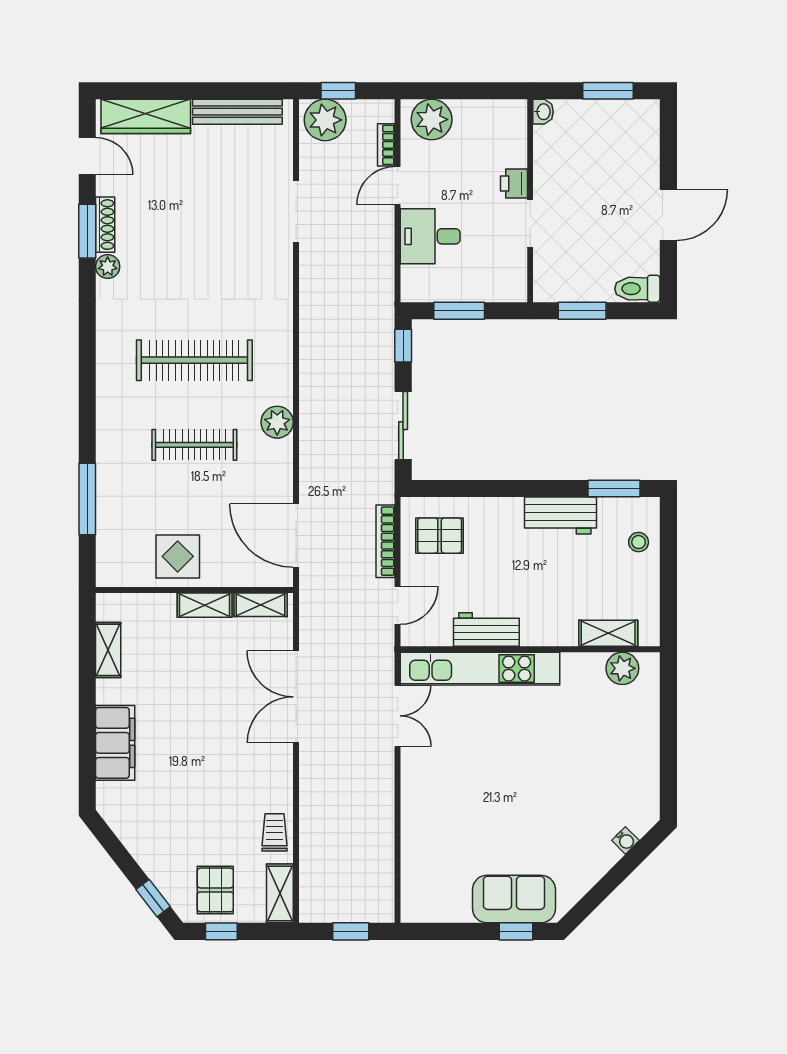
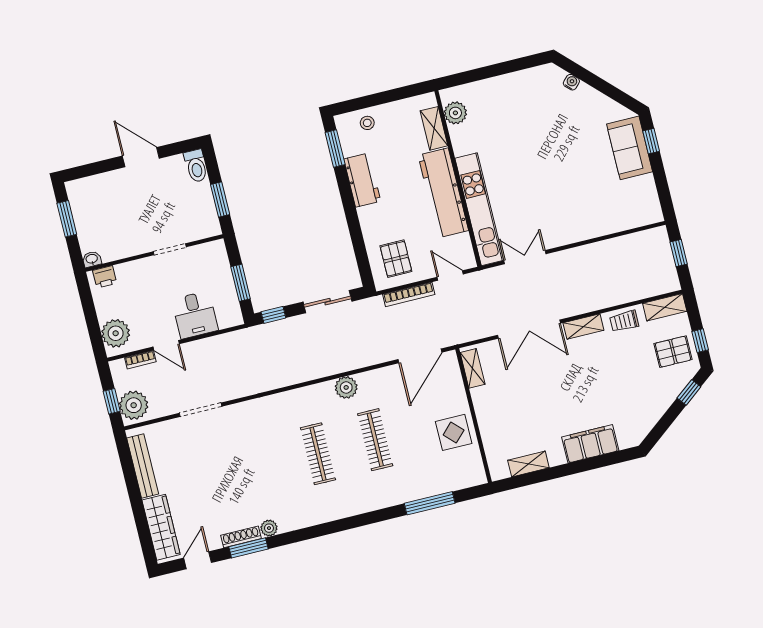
printer: (514, 184) -> (105, 277), moved
clothes rail: (194, 360) -> (318, 454), width x0.73, depth x0.76
shelving: (205, 605) -> (583, 327), moved, turned 90
workbench: (486, 630) -> (443, 193), width x1.88, depth x1.32

